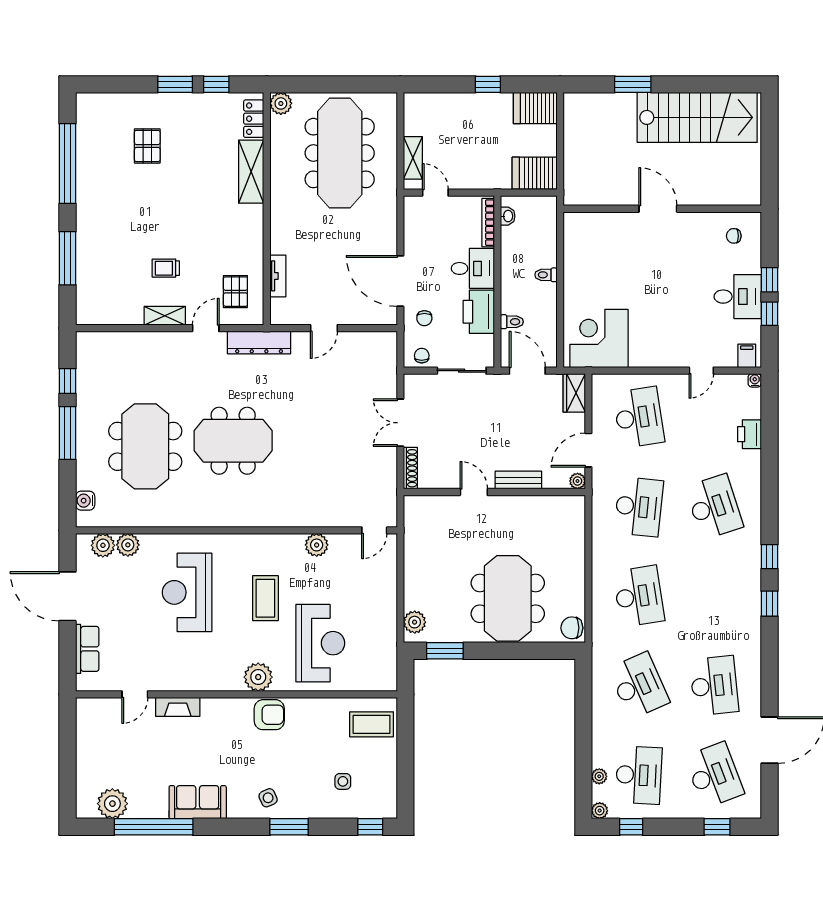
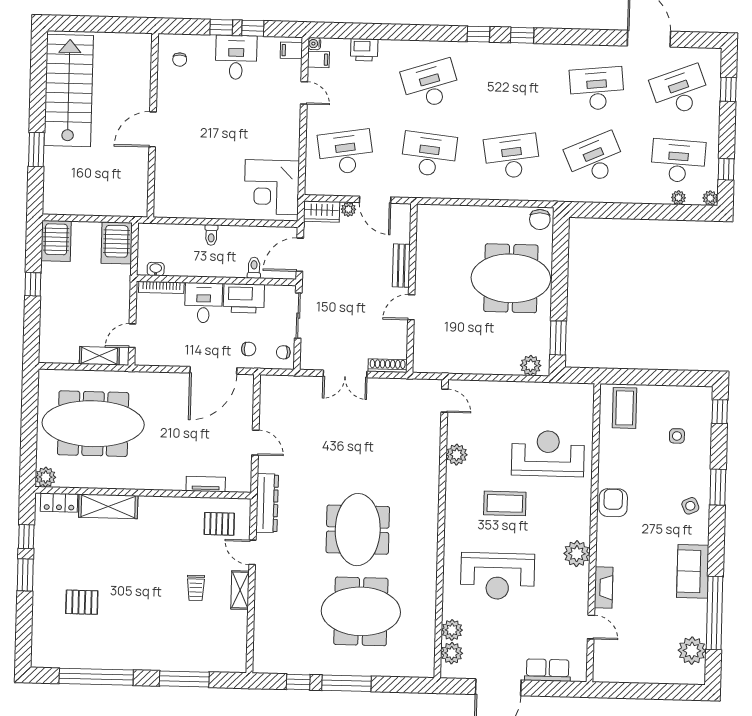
filing cabinet: (738, 385) -> (318, 59), added
plant: (577, 481) -> (348, 209), moved
water cooler: (85, 501) -> (410, 669), removed
plant: (258, 677) -> (577, 554), moved

